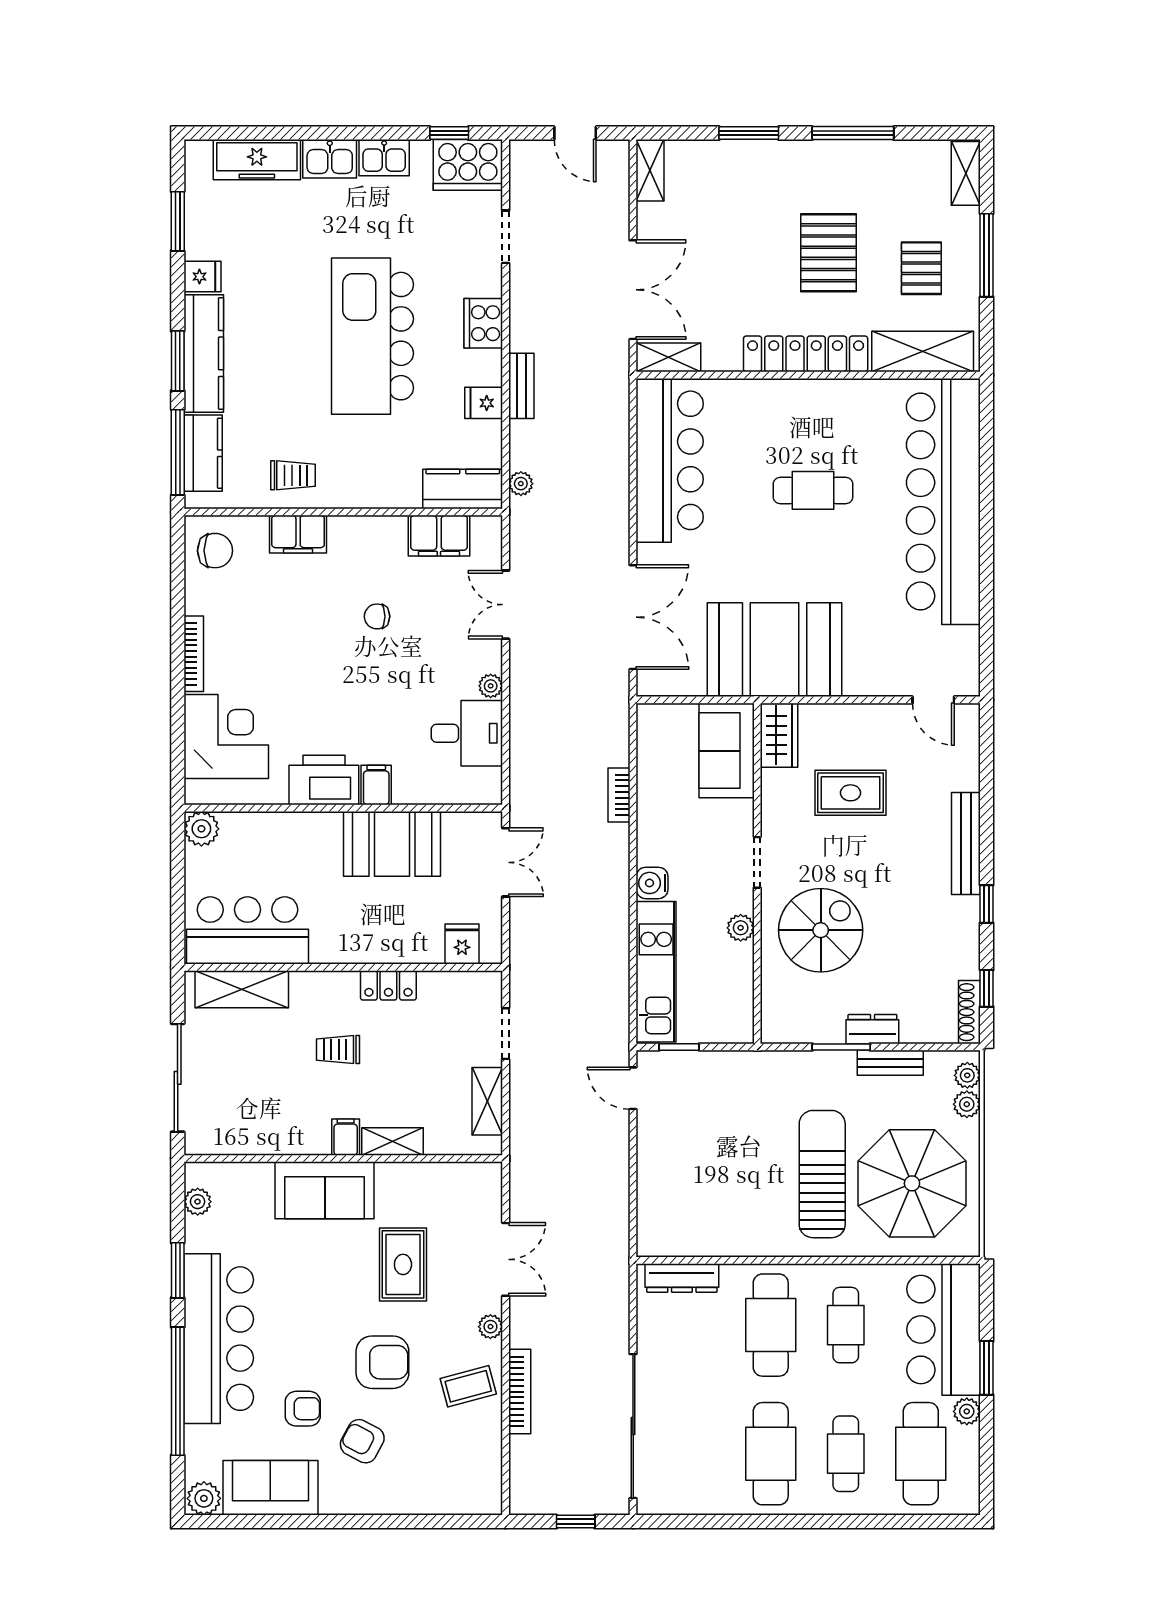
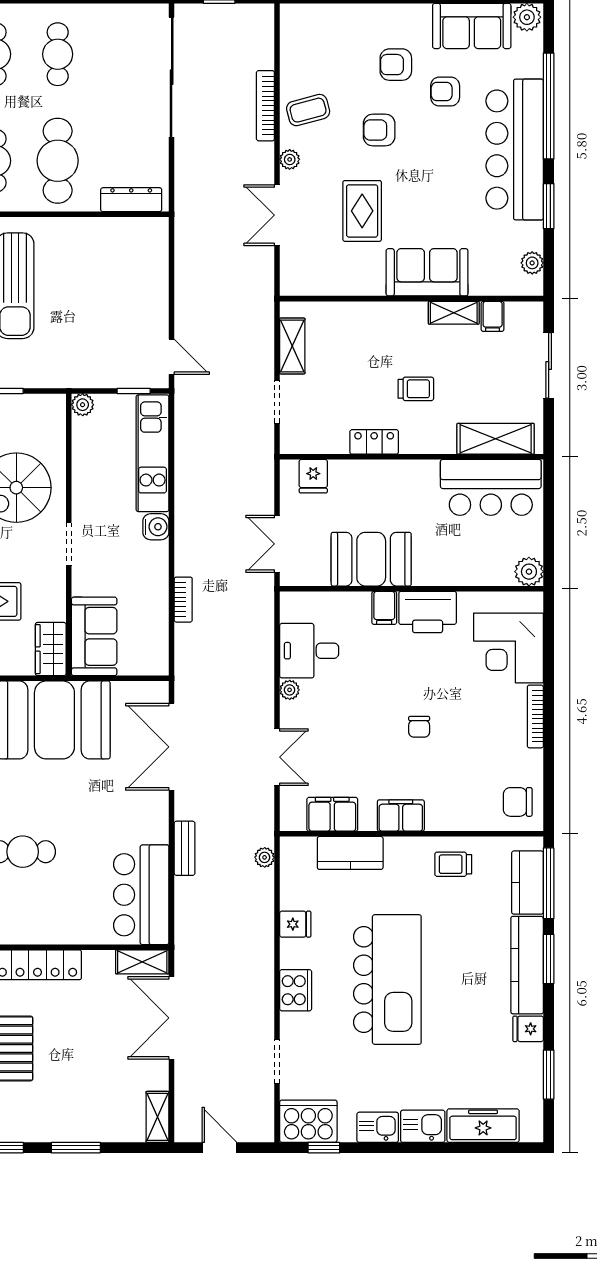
bench: (521, 386) -> (185, 848), moved
bar counter: (670, 460) -> (141, 895), width x0.73
kitchen counter: (463, 489) -> (350, 853), moved
filing cabinet: (298, 534) -> (401, 816), moved
chair: (377, 616) -> (419, 727), moved, turned 90
plant: (741, 928) -> (83, 405), moved
sliding door: (178, 1078) -> (549, 365), width x0.73
filing cabinet: (346, 1137) -> (493, 316), moved
shelving: (392, 1142) -> (454, 313), moved
armchair: (382, 1362) -> (379, 130), width x0.72, depth x0.72
armchair: (362, 1441) -> (396, 65), turned 152
cafe table: (771, 1454) -> (58, 54), width x0.73, depth x0.74

